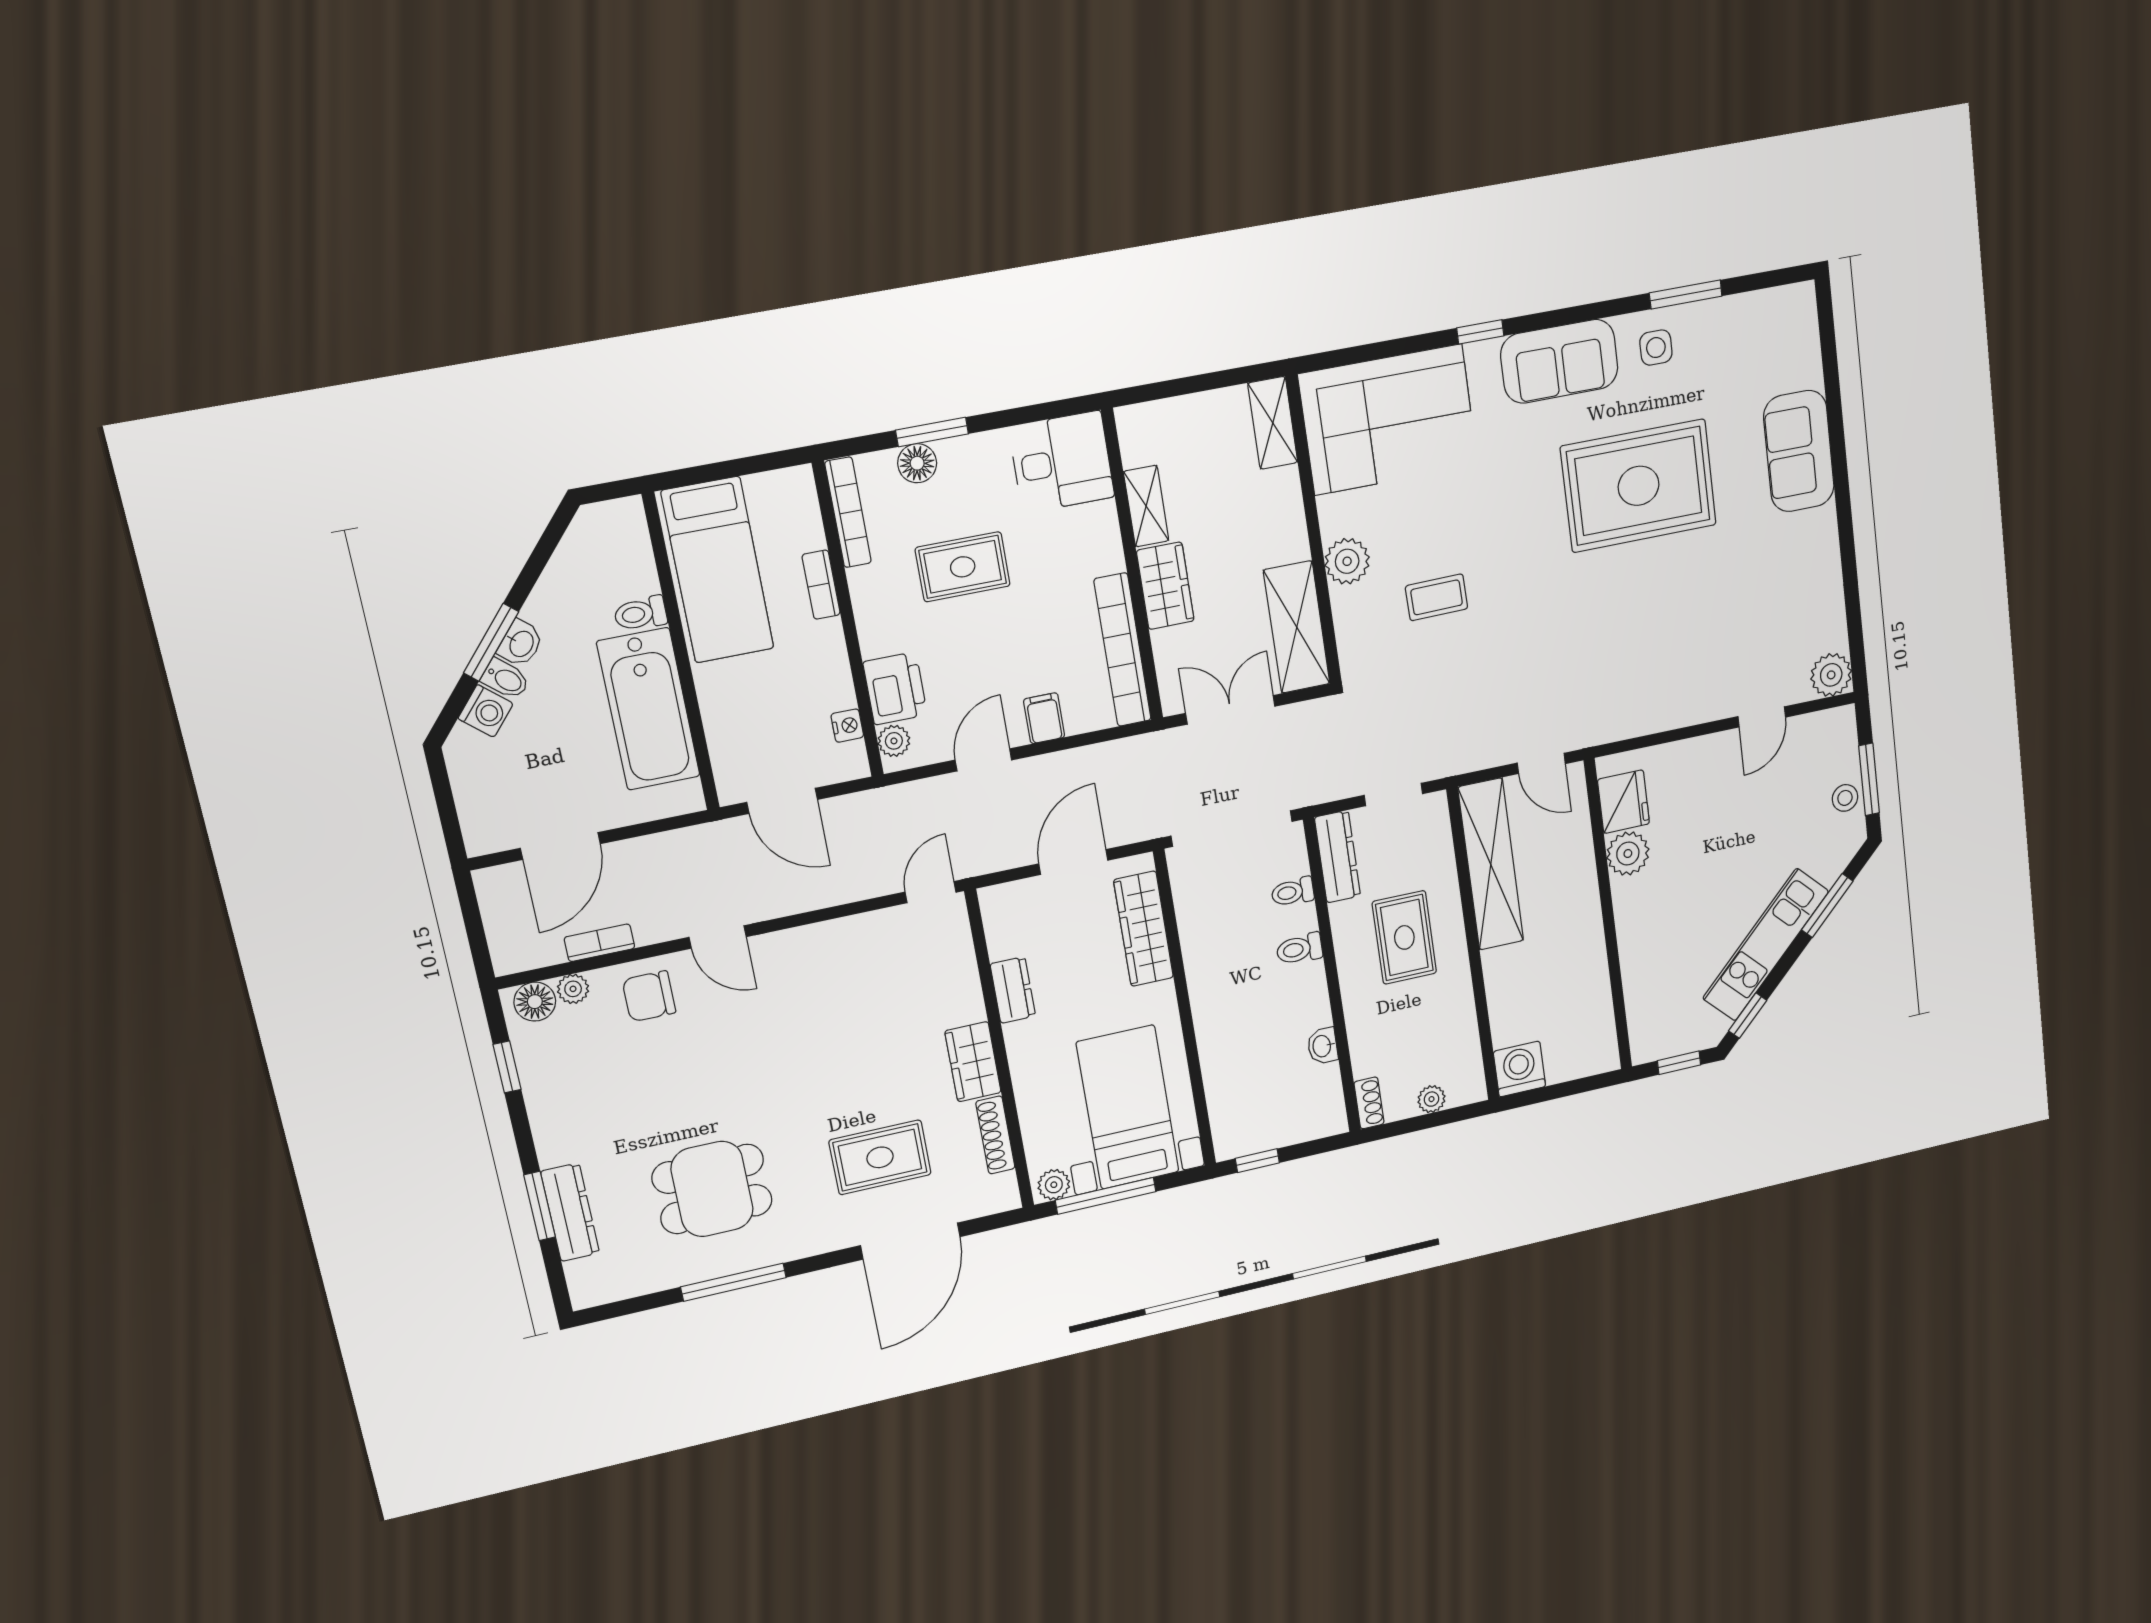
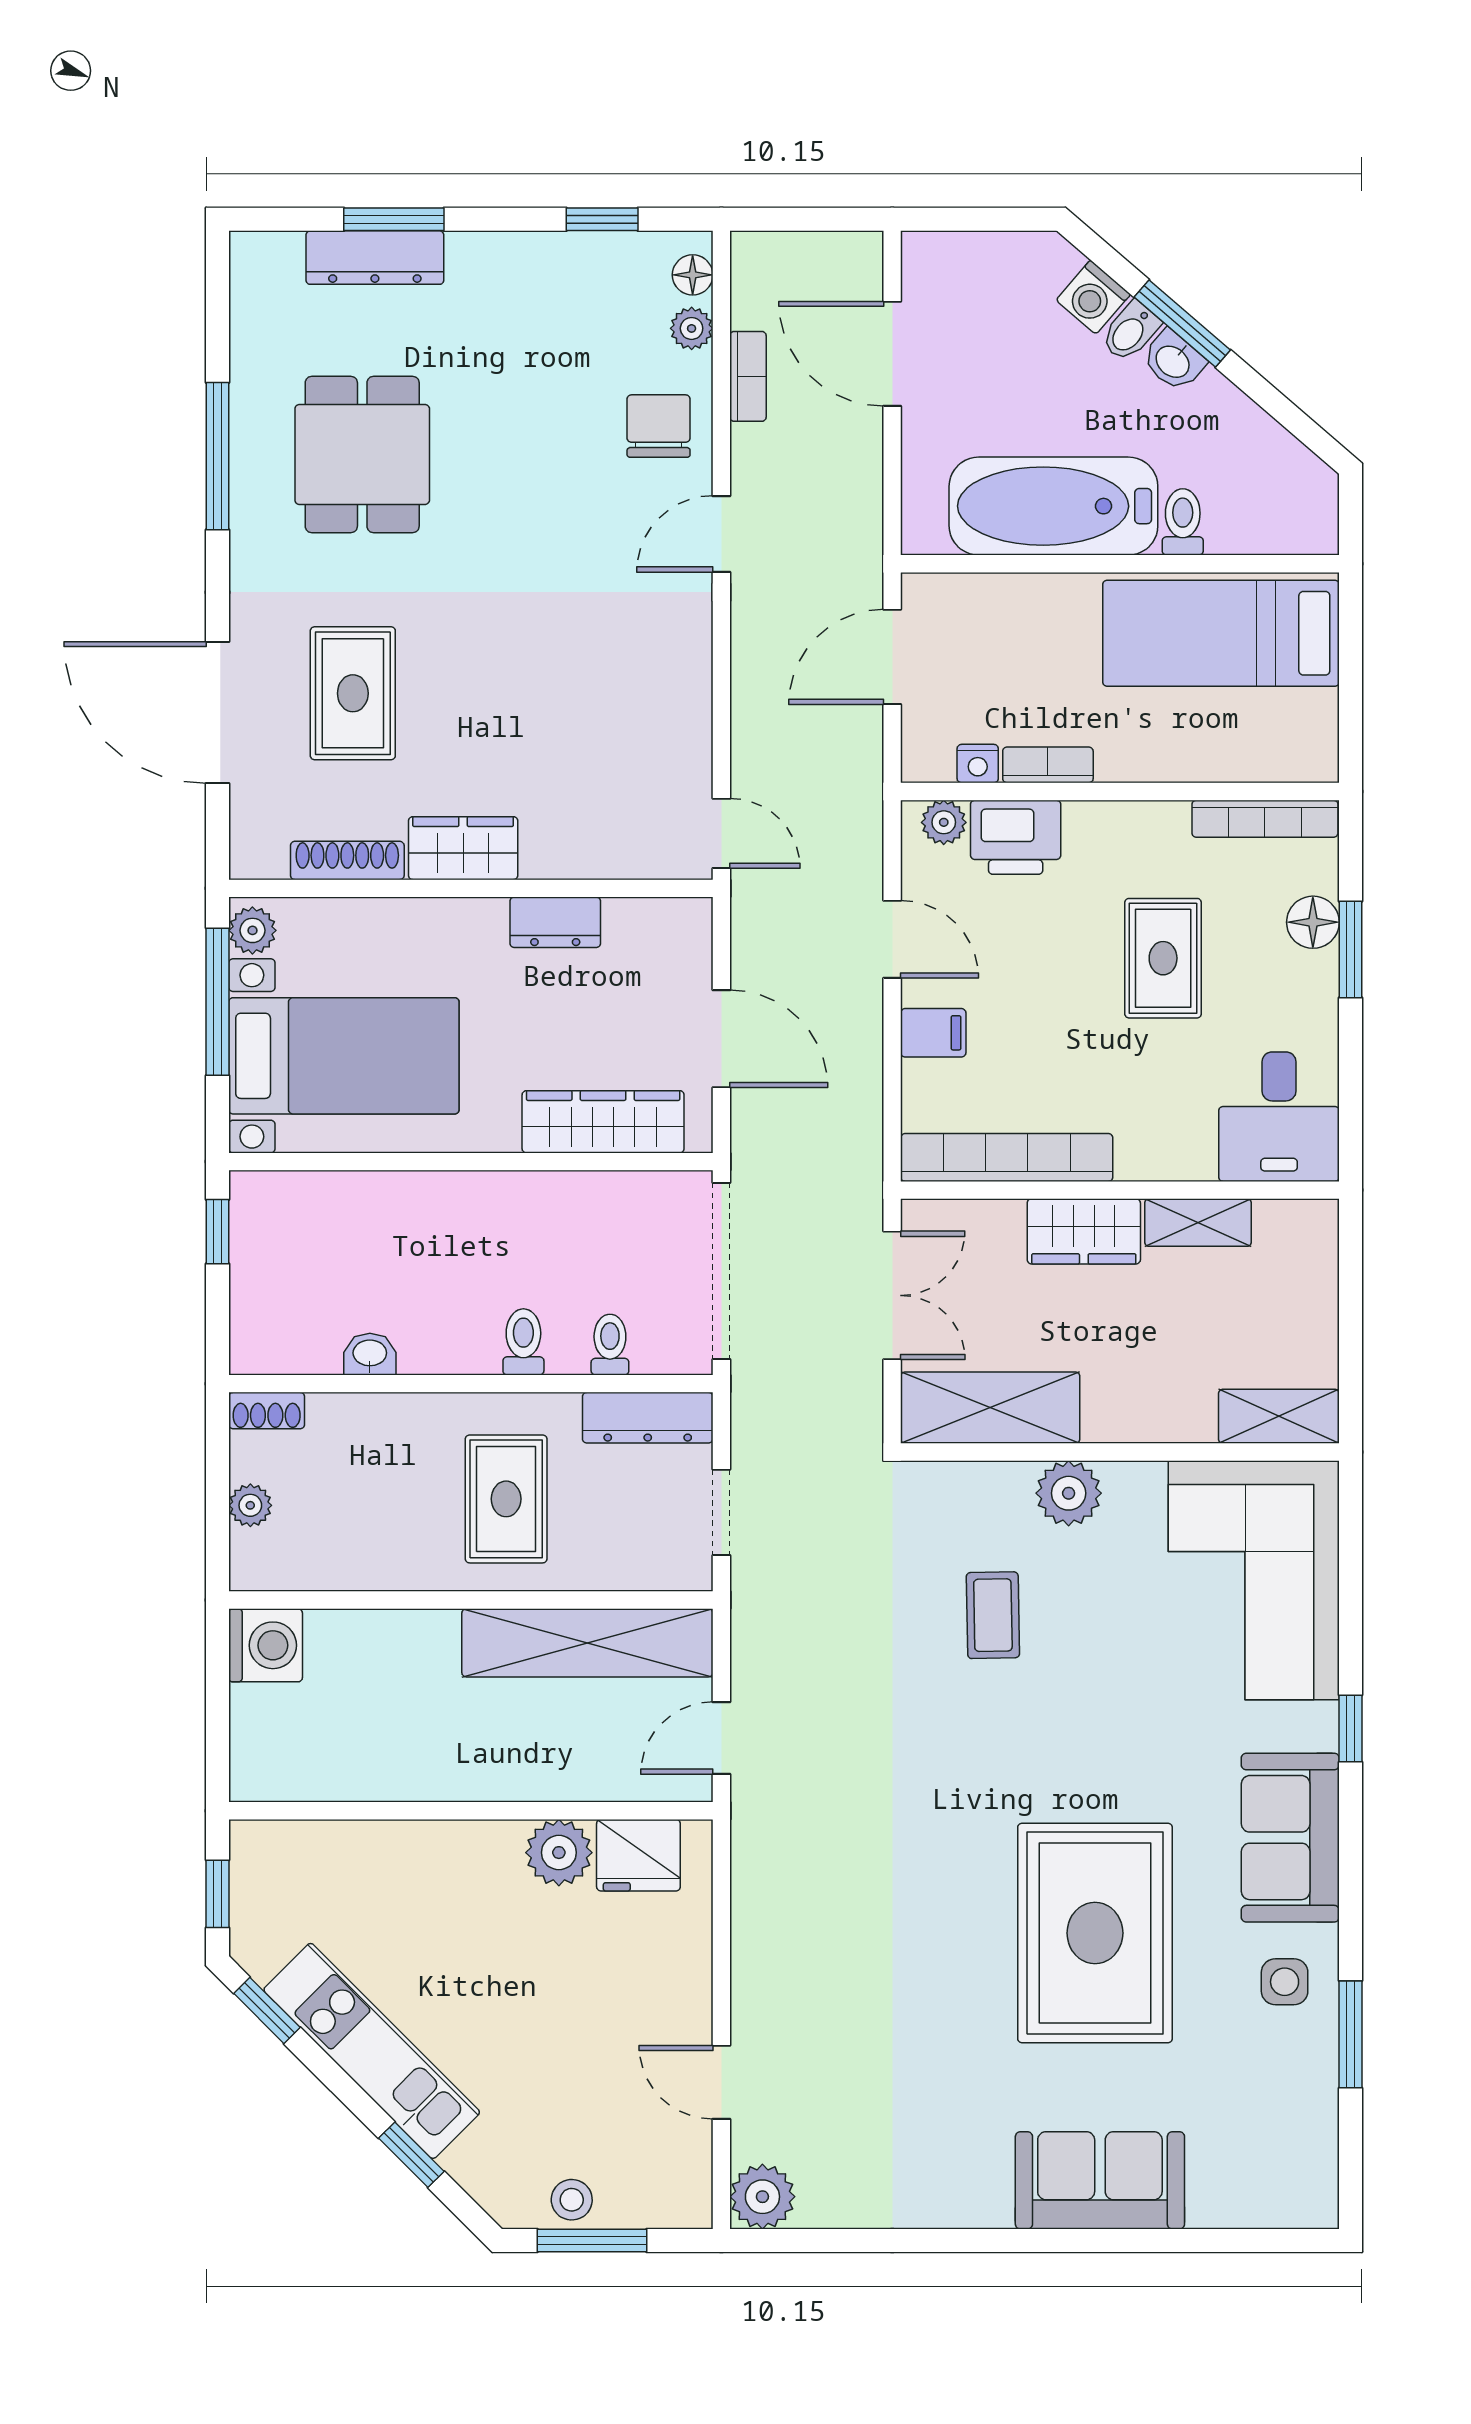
bookcase: (821, 585) -> (1048, 765), moved
window: (1827, 906) -> (411, 2155), width x0.67
rug: (1404, 937) -> (506, 1499), turned 90
floor lamp: (535, 1002) -> (693, 275), width x0.73, depth x0.73

